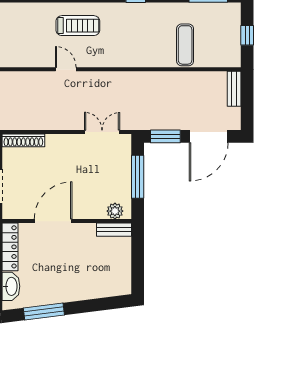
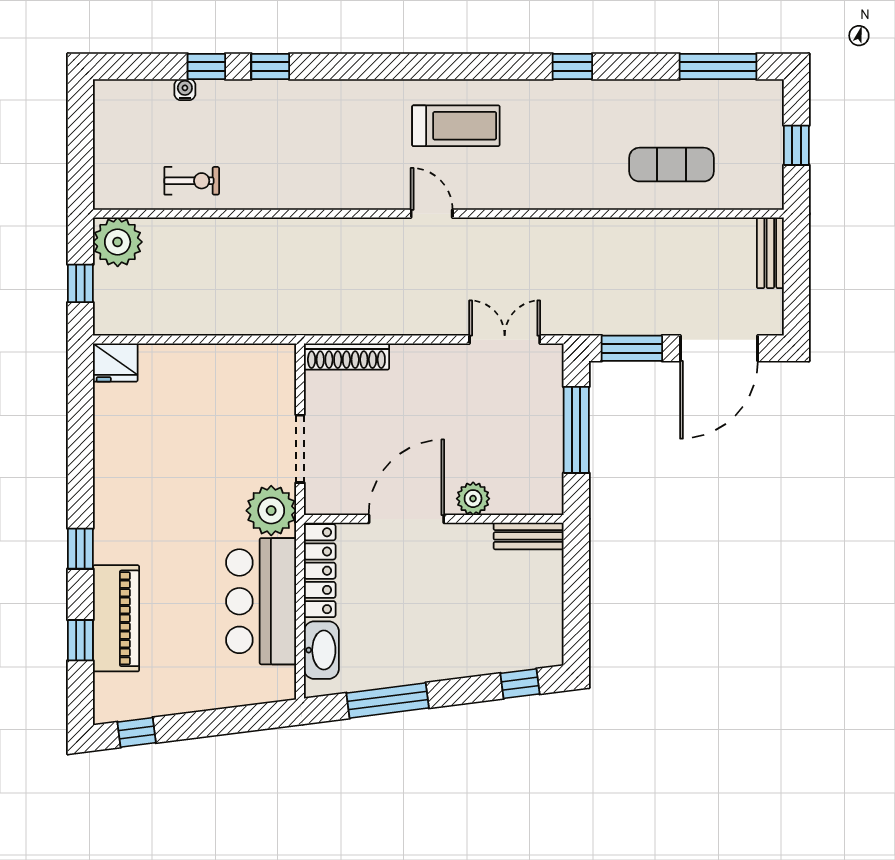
exercise mat: (185, 45) -> (672, 165), turned 90
plant: (115, 211) -> (473, 499), moved
window: (110, 303) -> (520, 684), added

